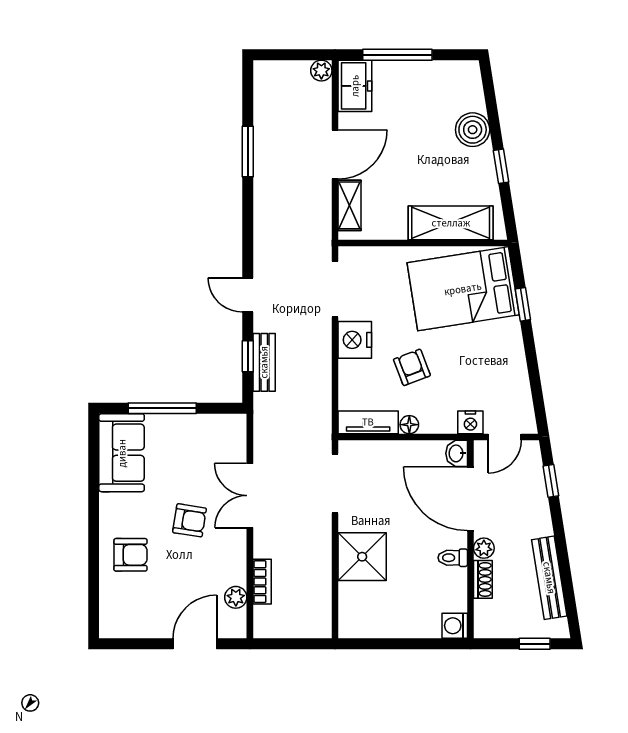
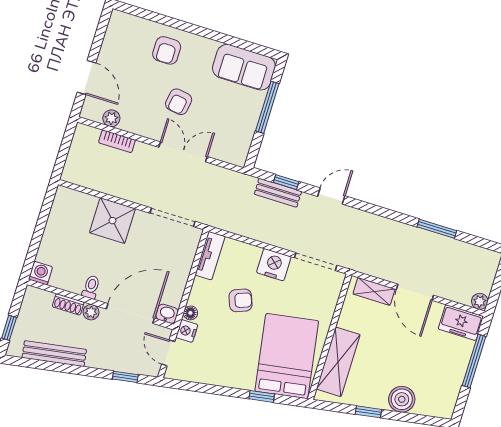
floor lamp: (409, 425) -> (190, 313), moved

